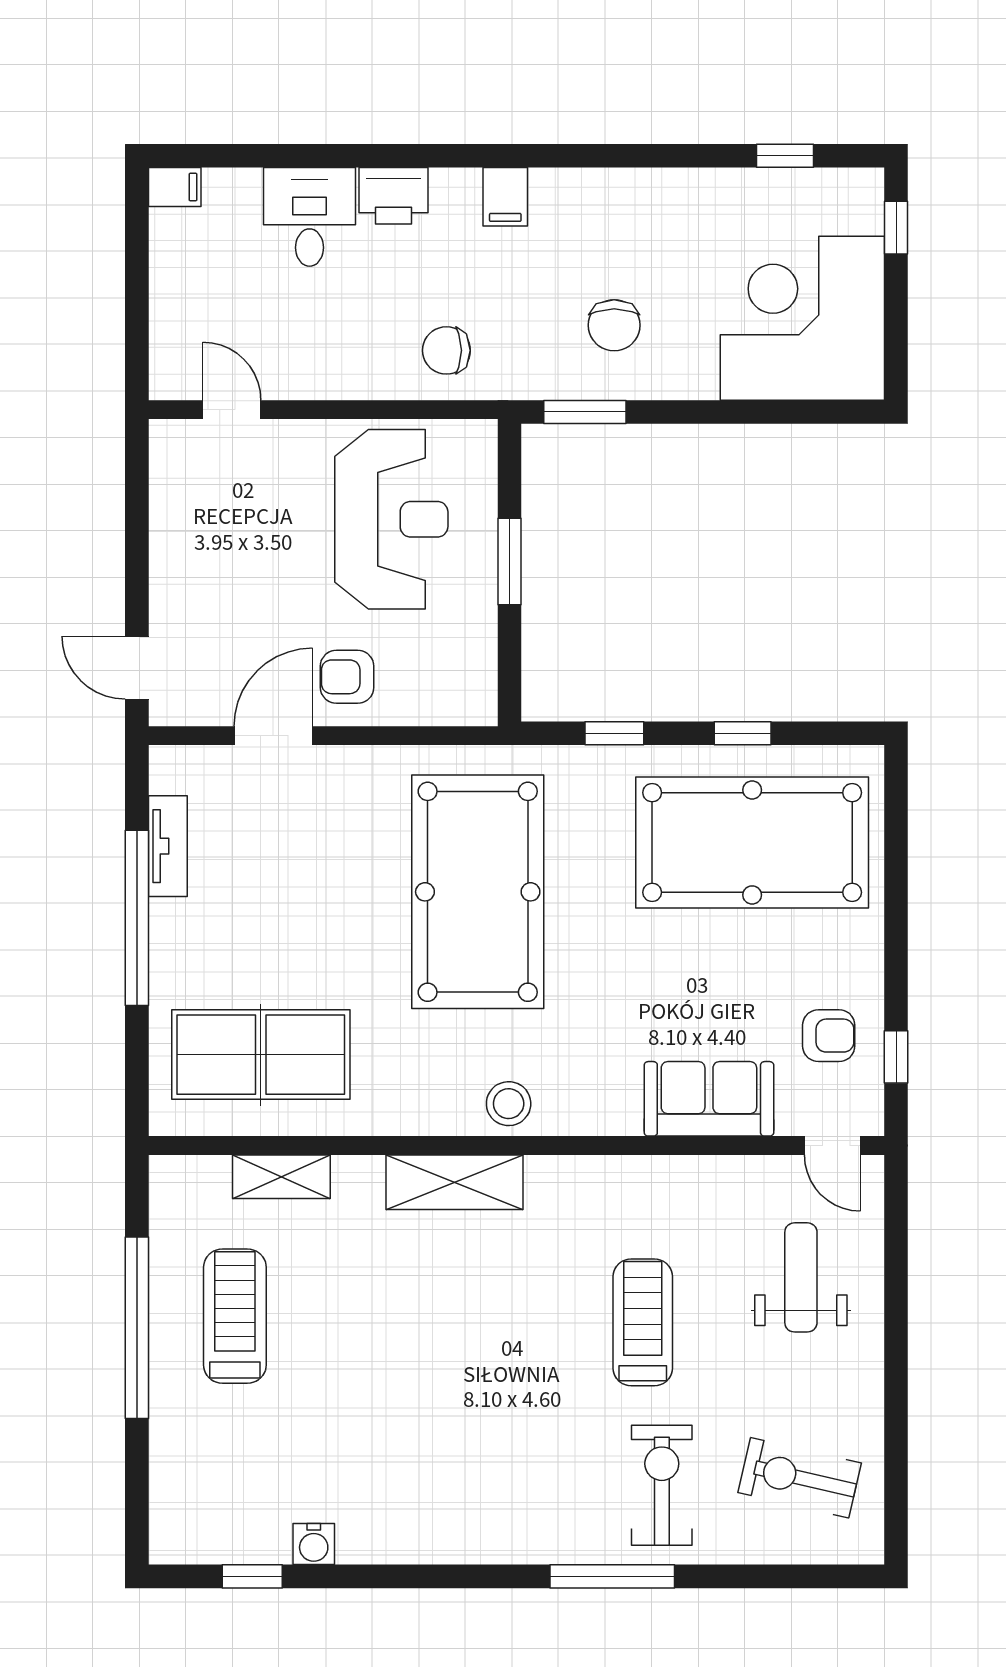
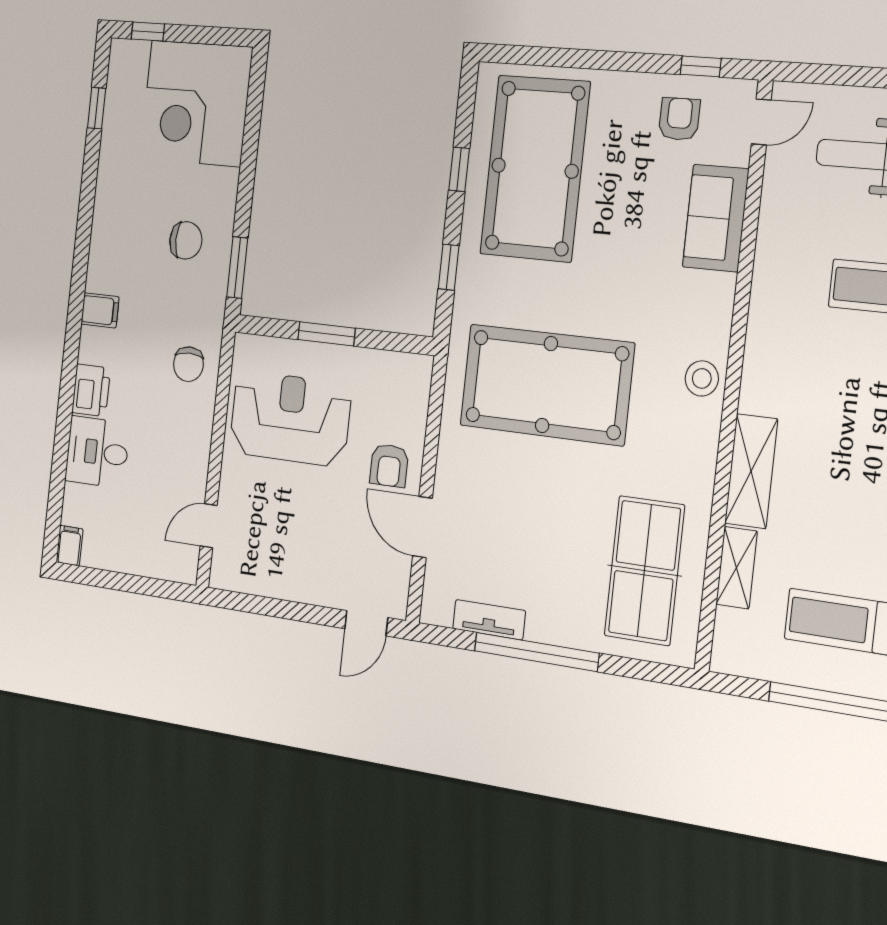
shelving: (455, 1182) -> (751, 471), moved

